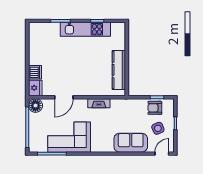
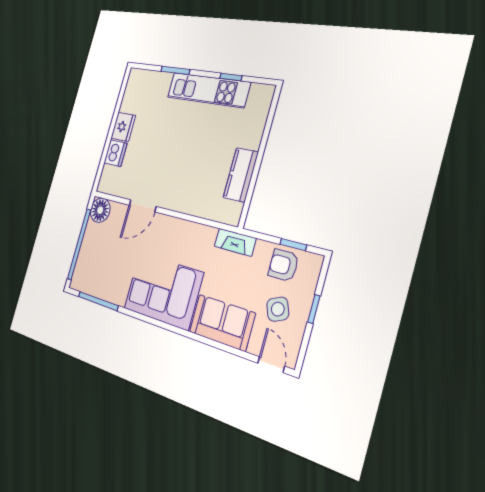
kitchen counter: (119, 70) -> (241, 175), width x0.67
fridge: (35, 88) -> (123, 127), moved
fireplace: (99, 103) -> (235, 242), moved
corner sofa: (69, 137) -> (163, 291), moved
door: (162, 154) -> (271, 365), hinge flipped

